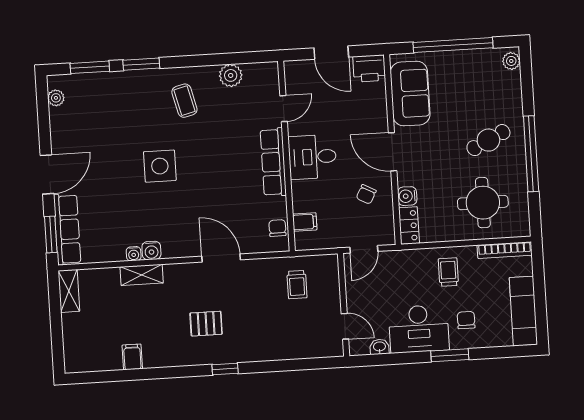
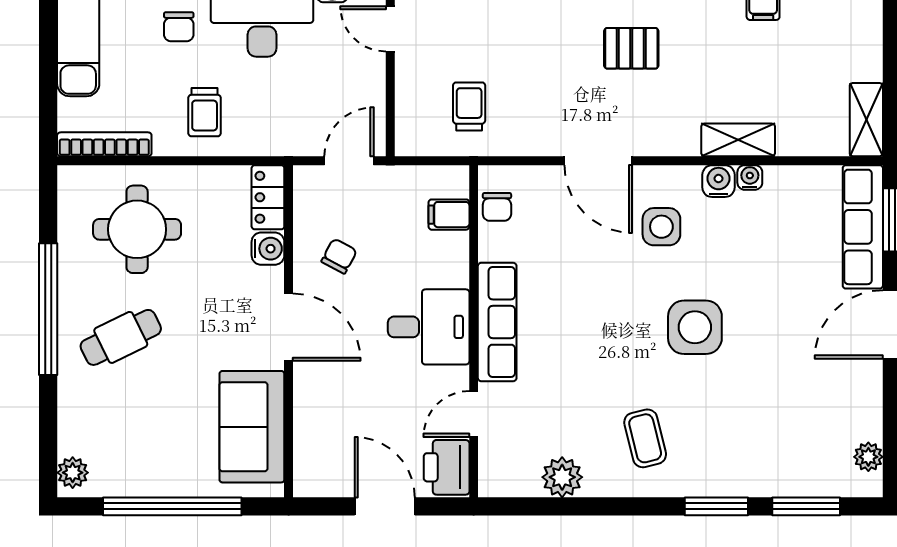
printer: (369, 68) -> (447, 467), moved, turned -90
side table: (183, 222) -> (661, 227), added

